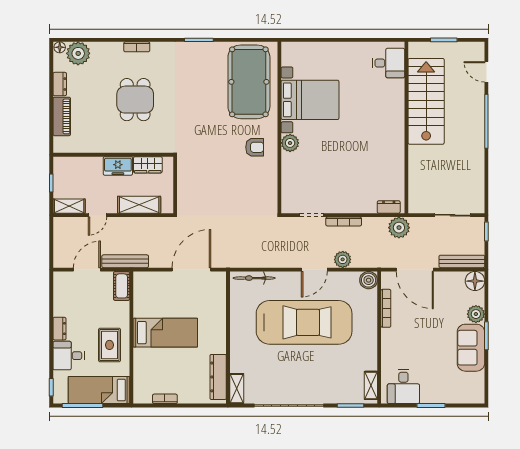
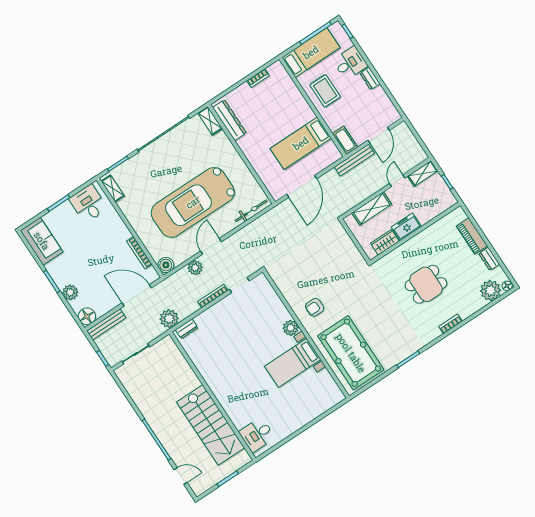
dining table: (135, 100) -> (426, 284), turned 90
bed with nightstands: (310, 100) -> (293, 363), width x0.73
bed: (165, 333) -> (301, 143), moved
sofa: (471, 348) -> (42, 241), moved

